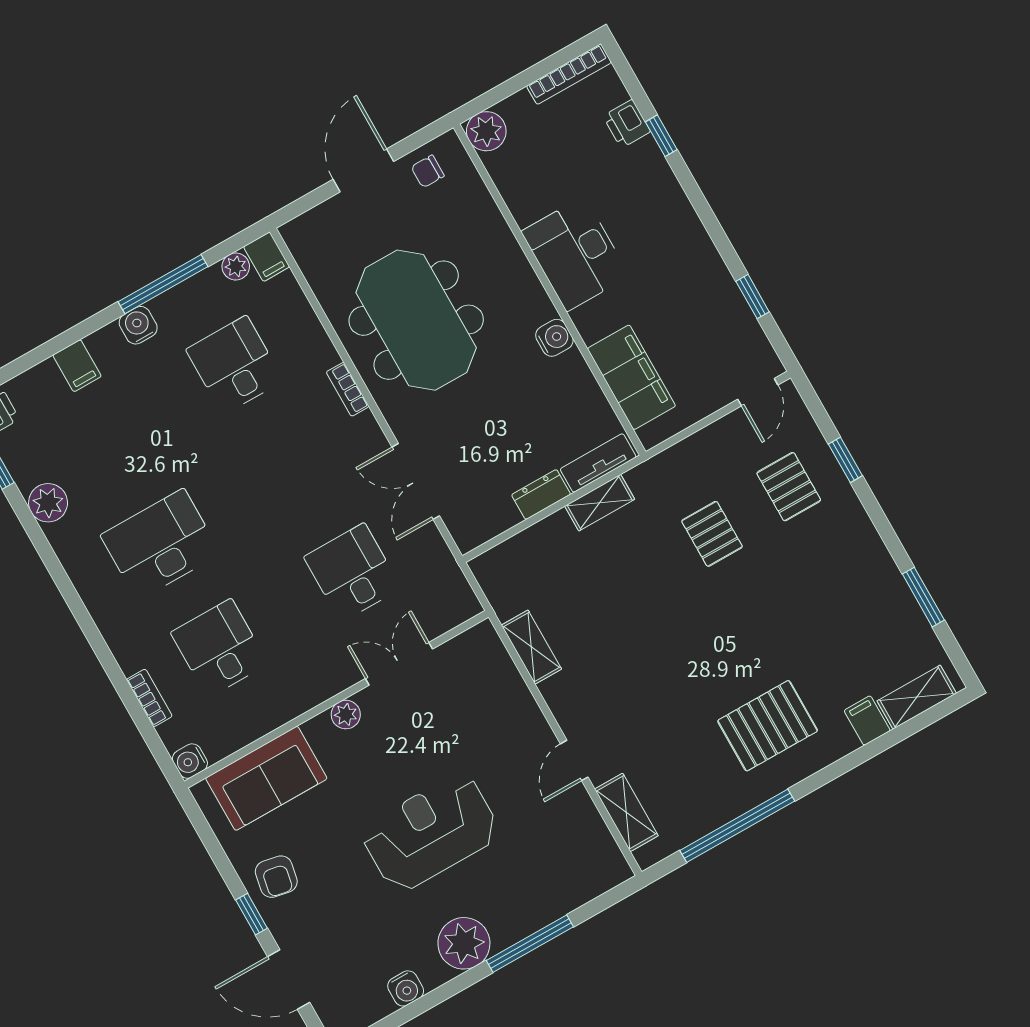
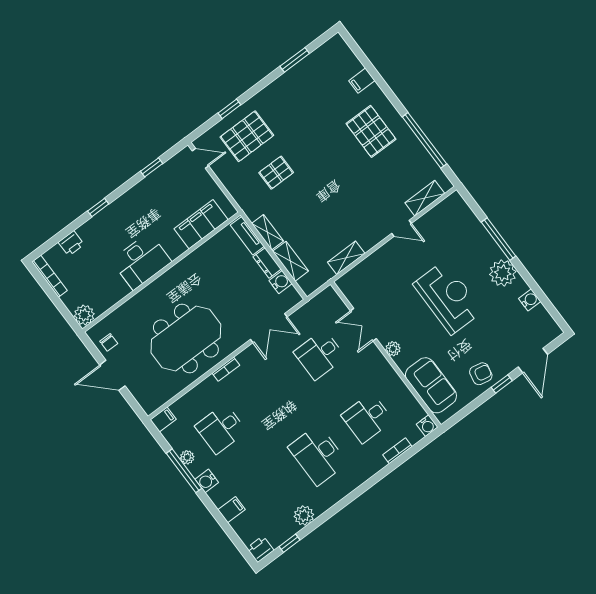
window: (661, 136) -> (98, 207), moved
plant: (236, 267) -> (187, 457), moved
water cooler: (554, 338) -> (281, 282), moved, turned 90
pallet: (789, 487) -> (247, 136), width x1.50, depth x1.42
shelving: (917, 697) -> (290, 261), moved
reception desk: (430, 833) -> (448, 297), turned 180

